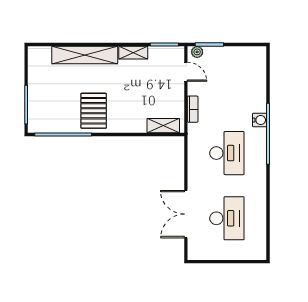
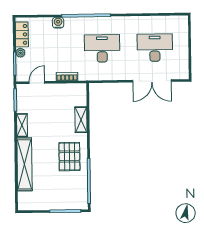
plant: (197, 52) -> (20, 53), moved
locker: (246, 54) -> (22, 34), added
pallet: (94, 111) -> (69, 157), turned 90
water cooler: (260, 120) -> (58, 23), moved
shelving: (163, 126) -> (81, 120), moved

